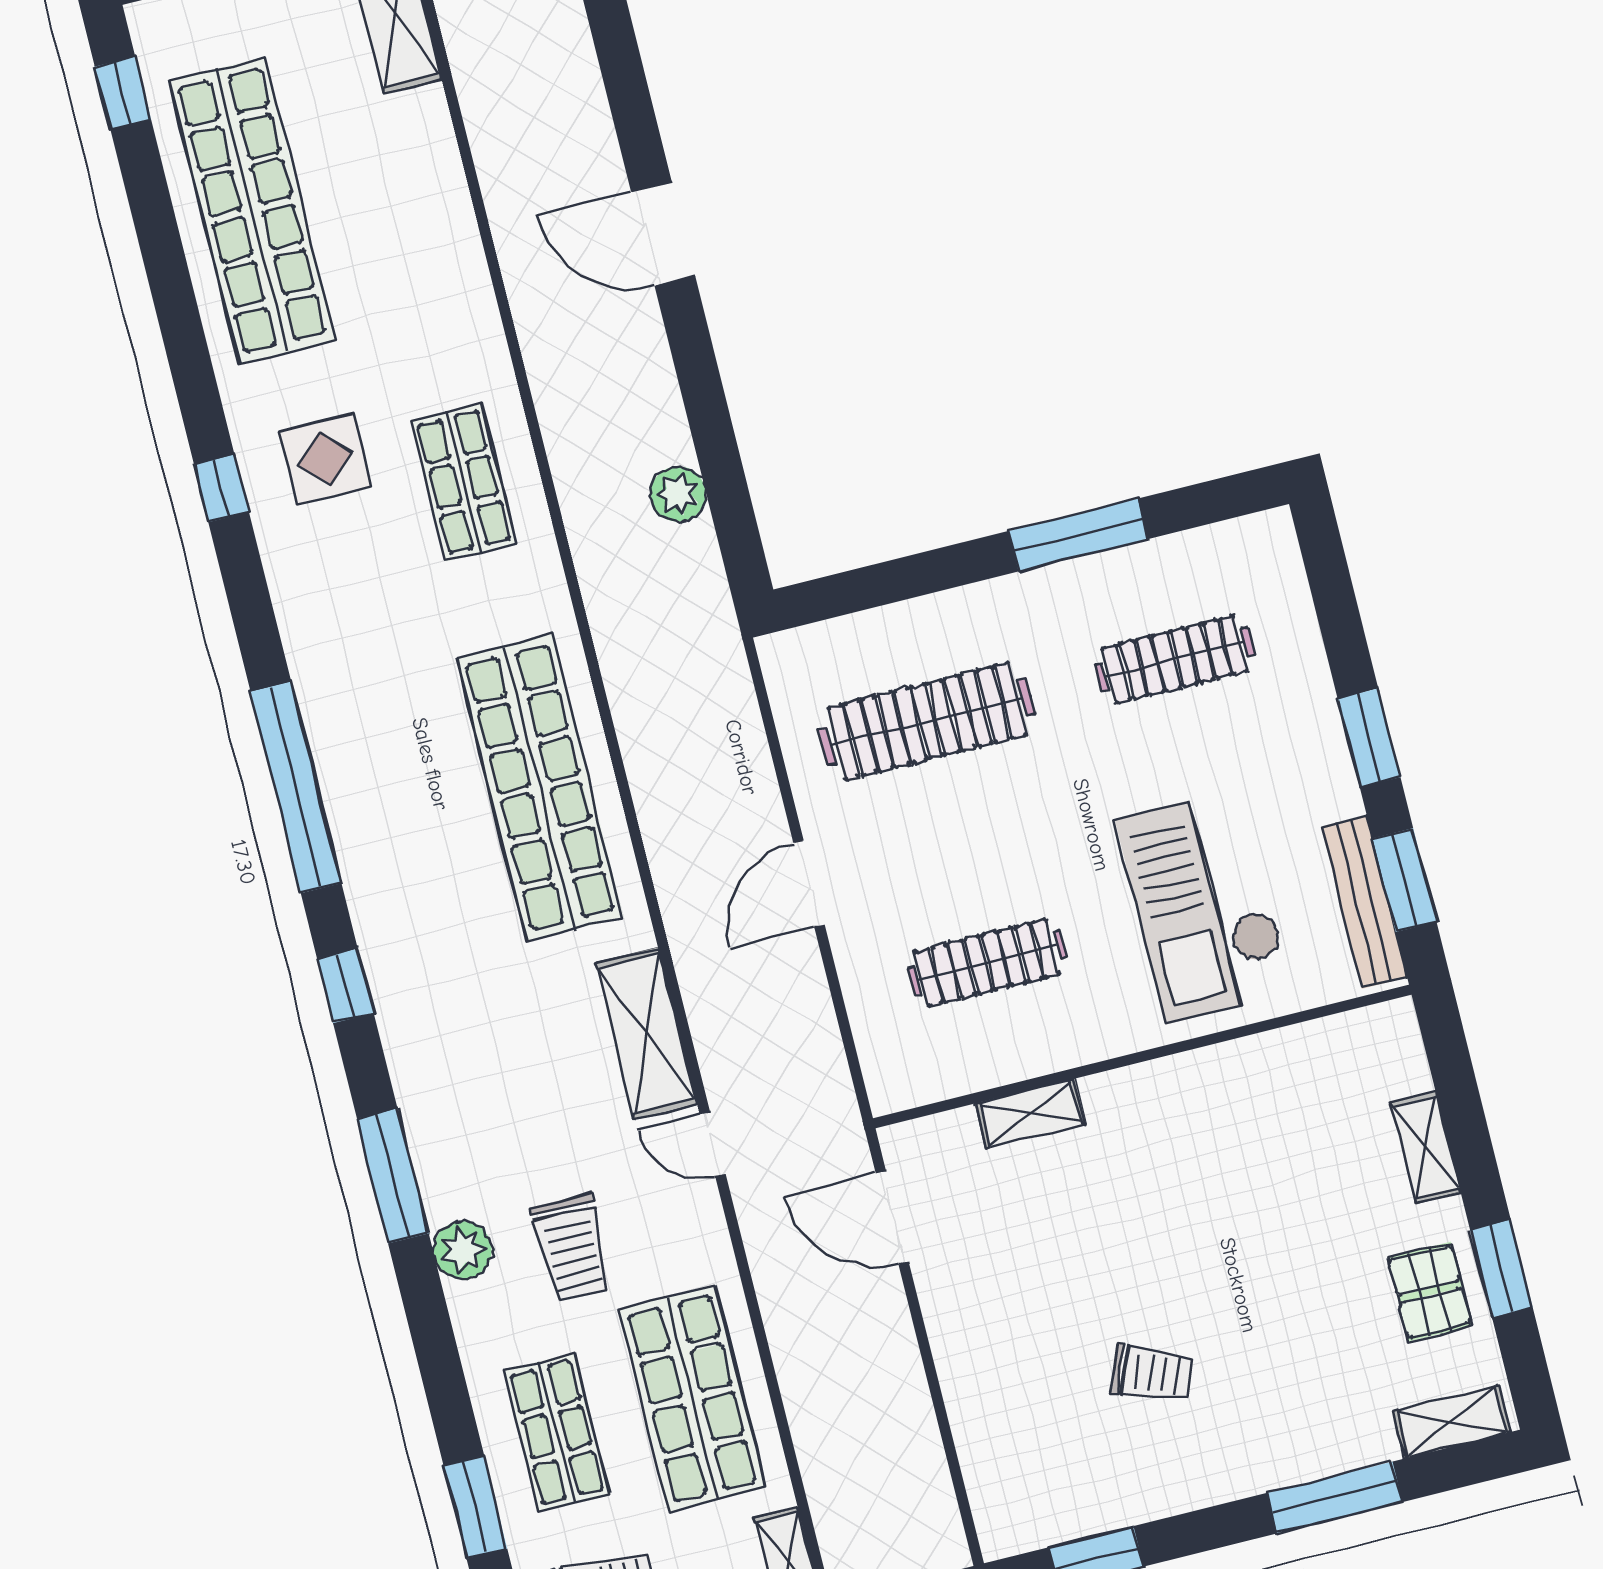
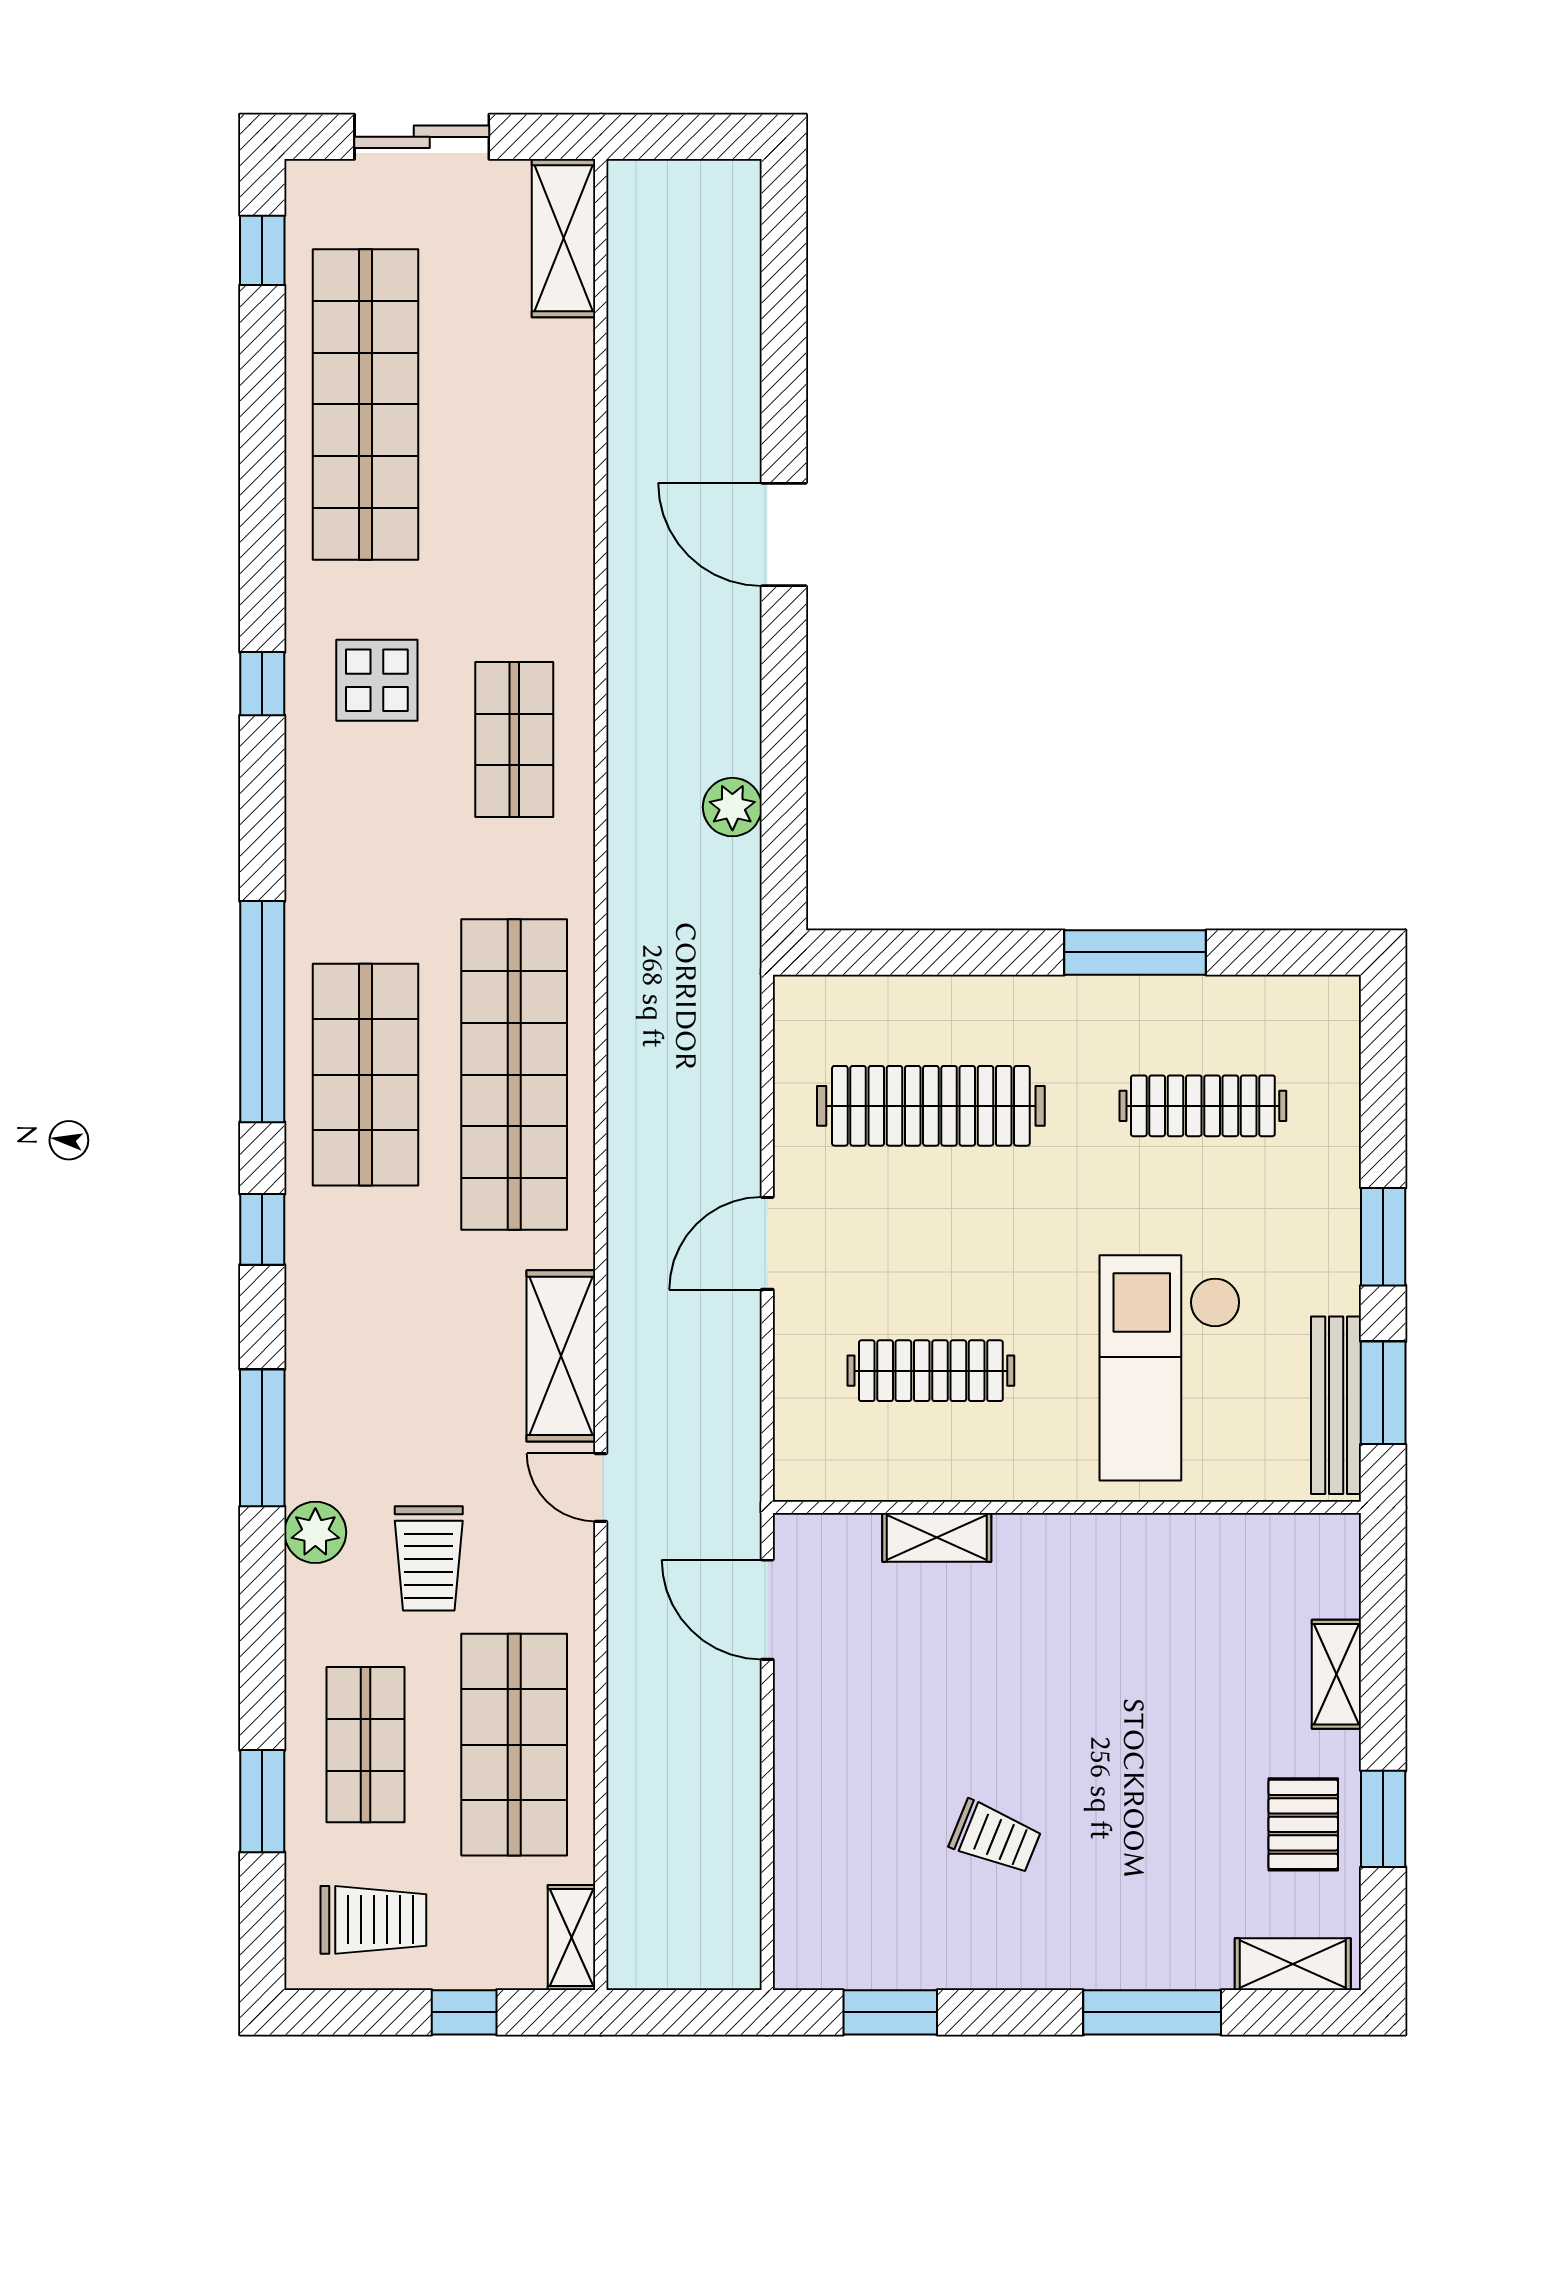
shop shelf: (404, 821) -> (366, 1075), added

